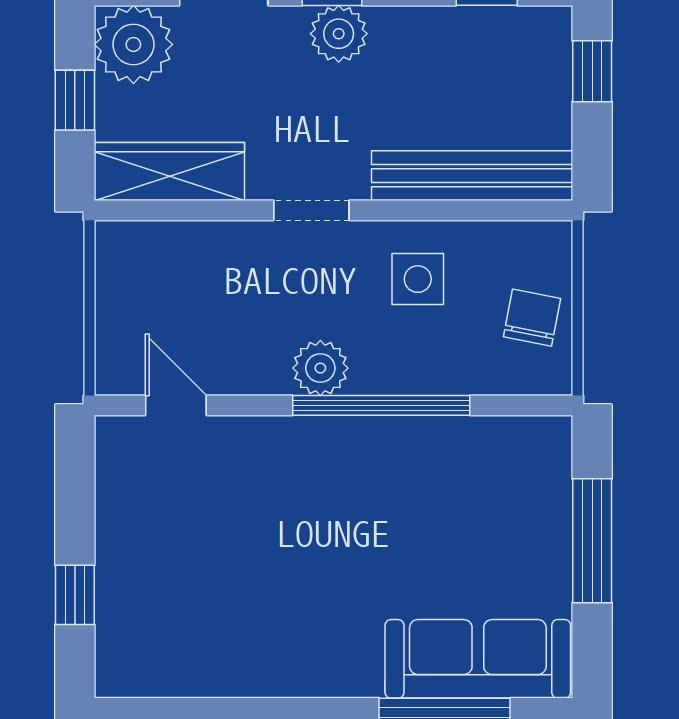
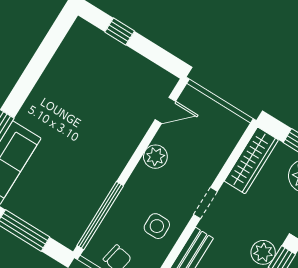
plant: (320, 368) -> (155, 157), moved
window: (381, 405) -> (100, 216), moved

